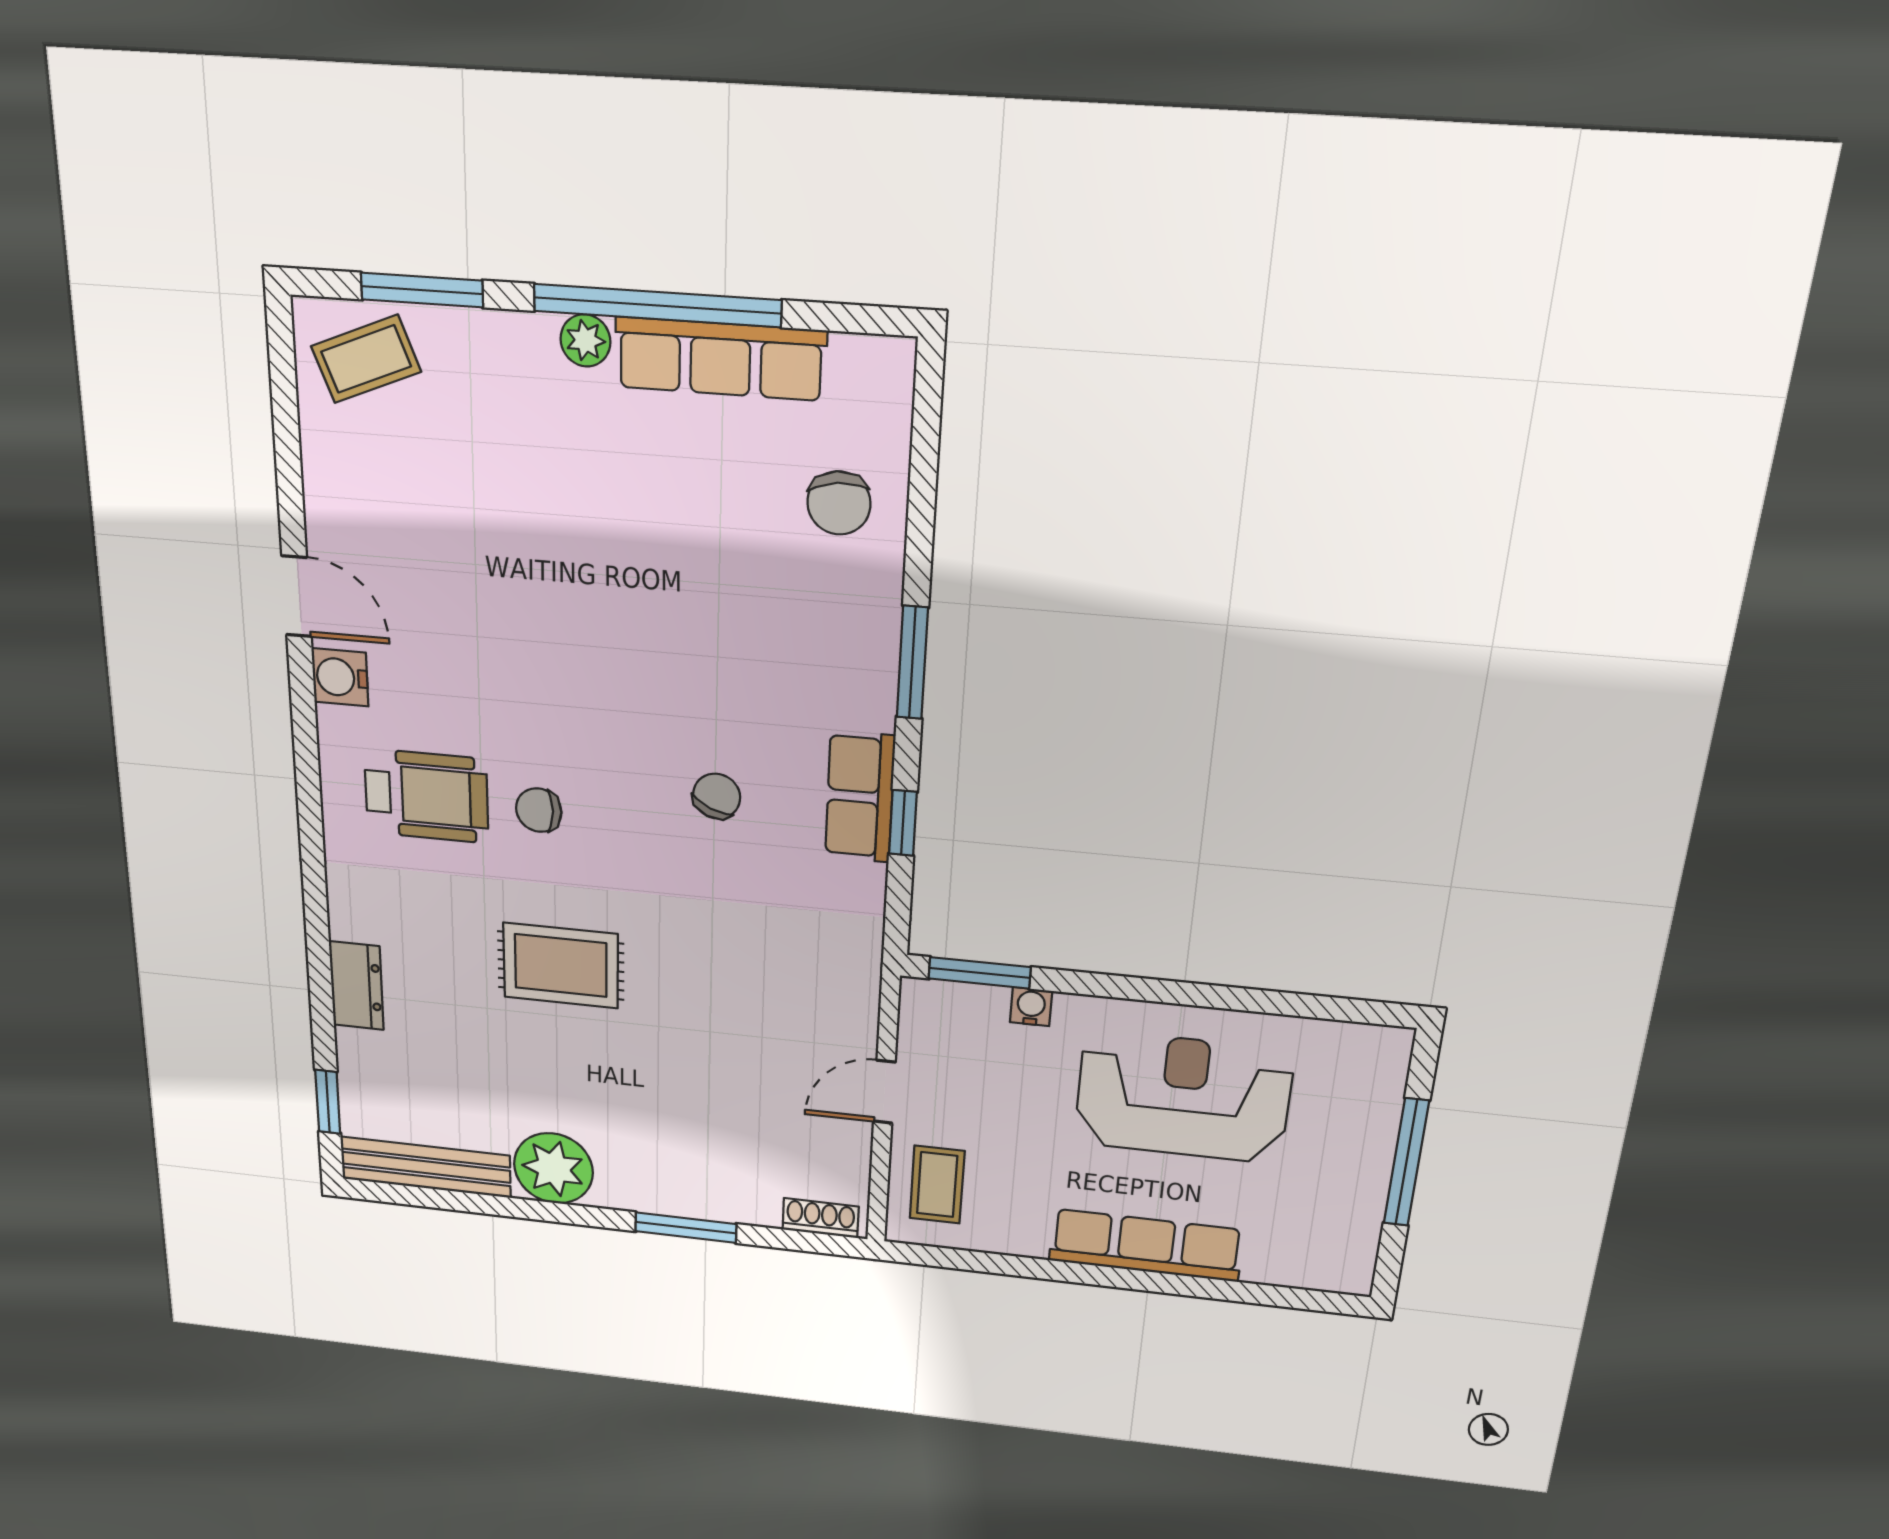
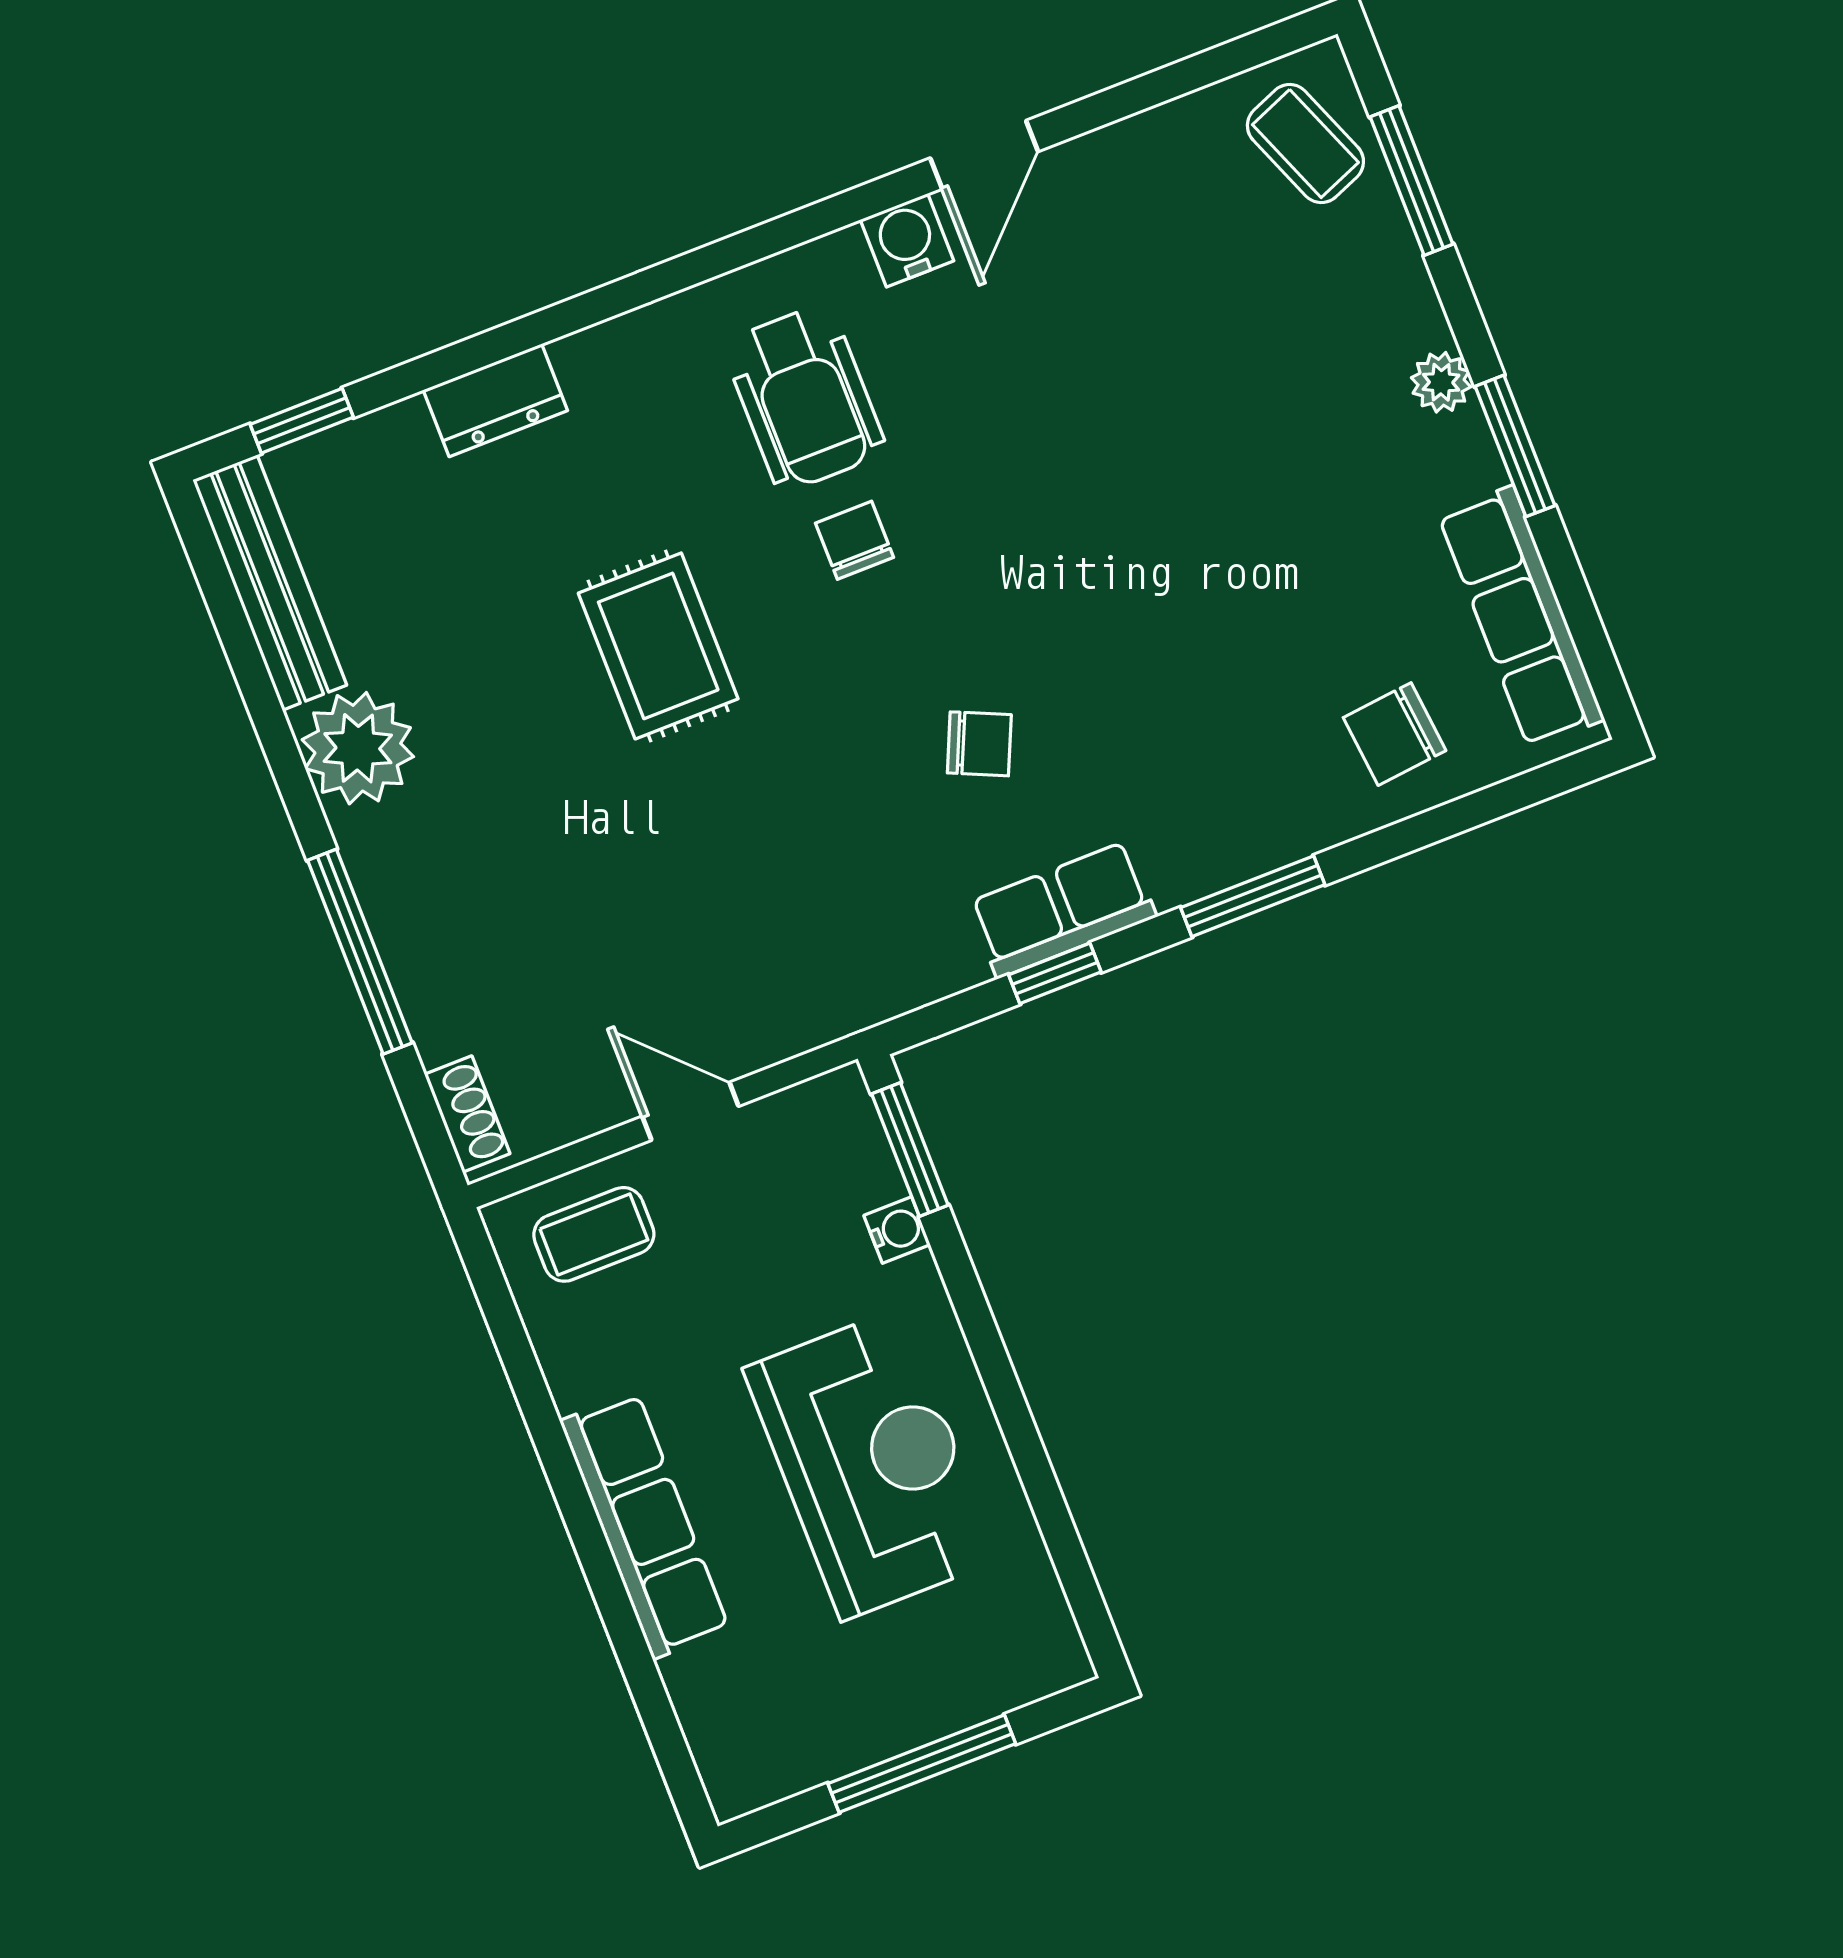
window: (657, 306) -> (1515, 446), width x0.47
row of seats: (720, 359) -> (1521, 617), moved
window: (686, 1228) -> (360, 952), width x1.44

